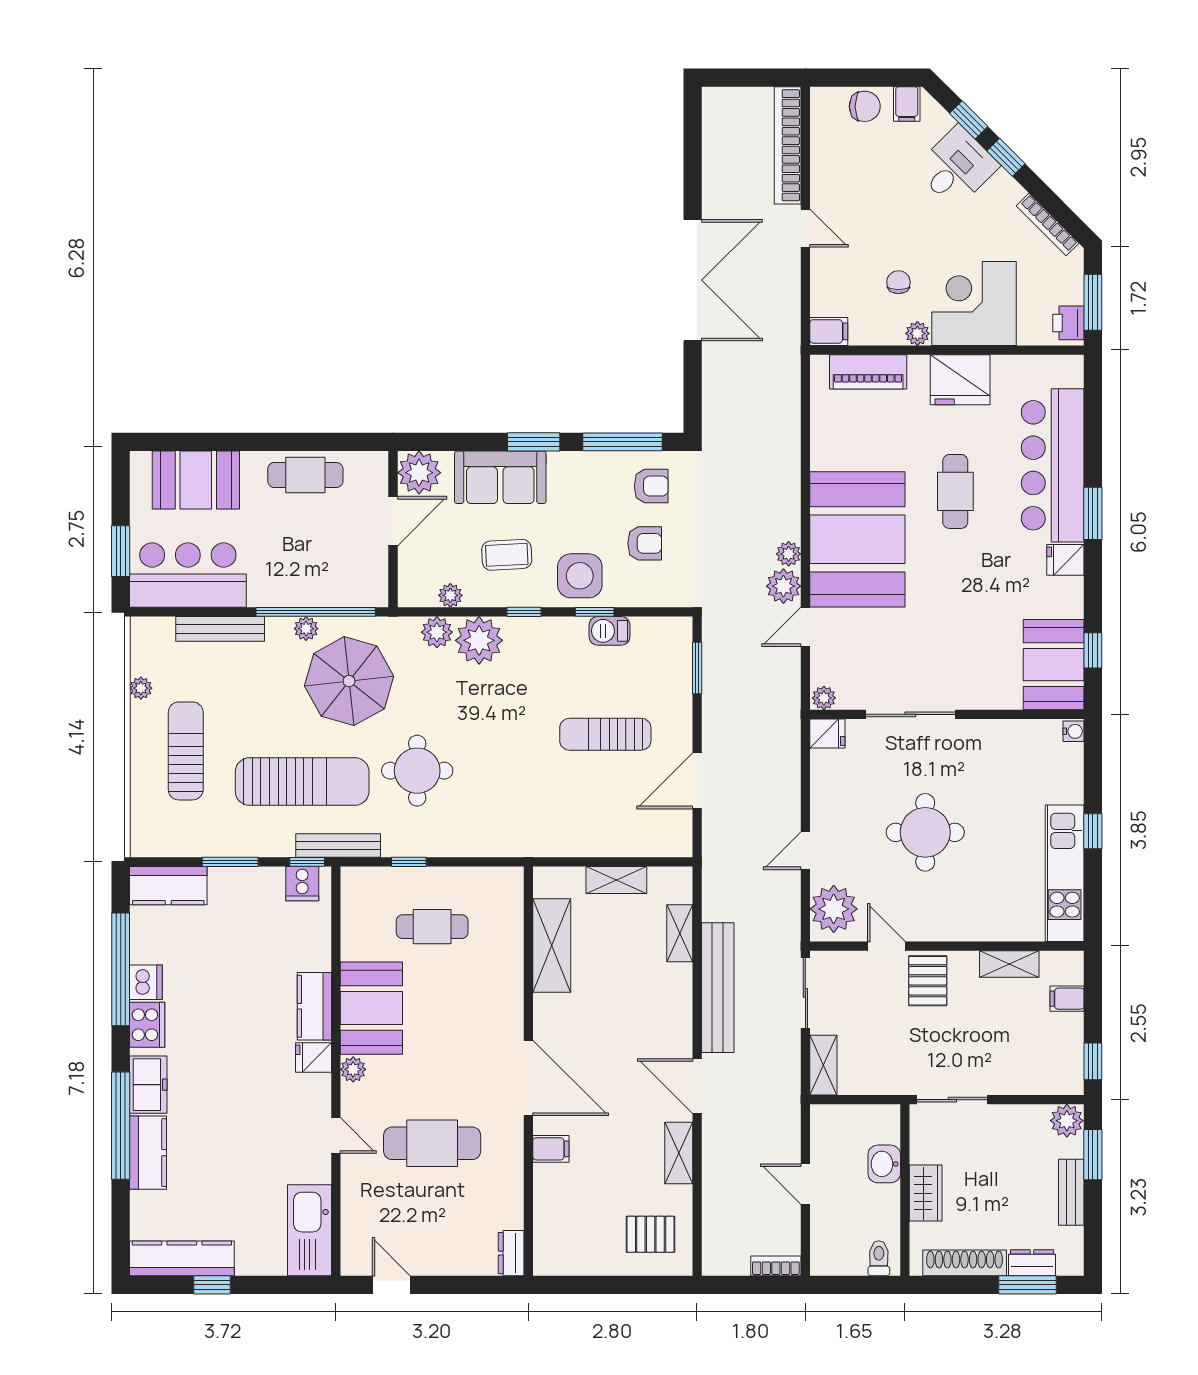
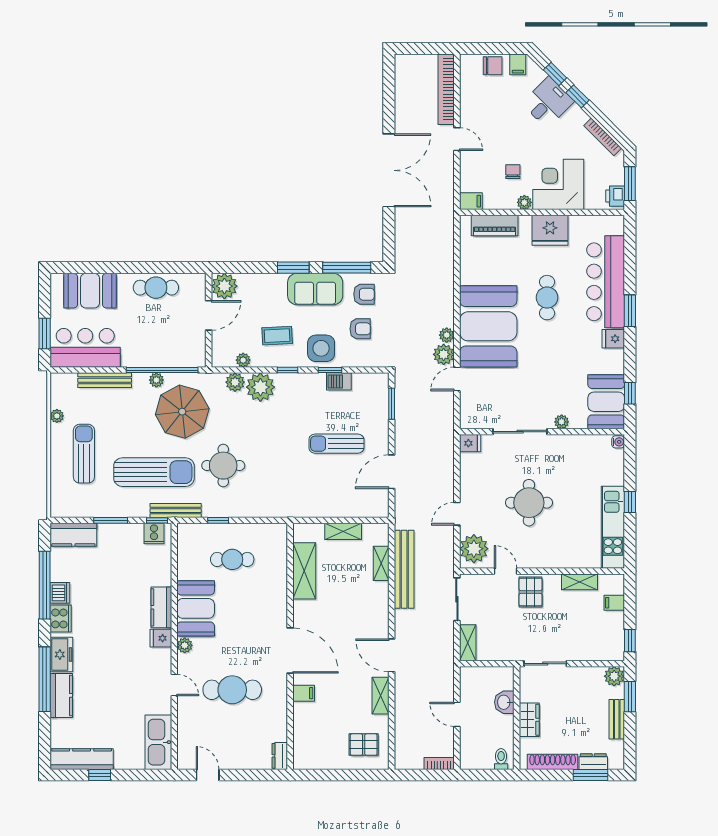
sofa: (500, 477) -> (315, 289), moved
plant: (824, 698) -> (562, 422), moved
bench: (718, 988) -> (404, 569), moved

